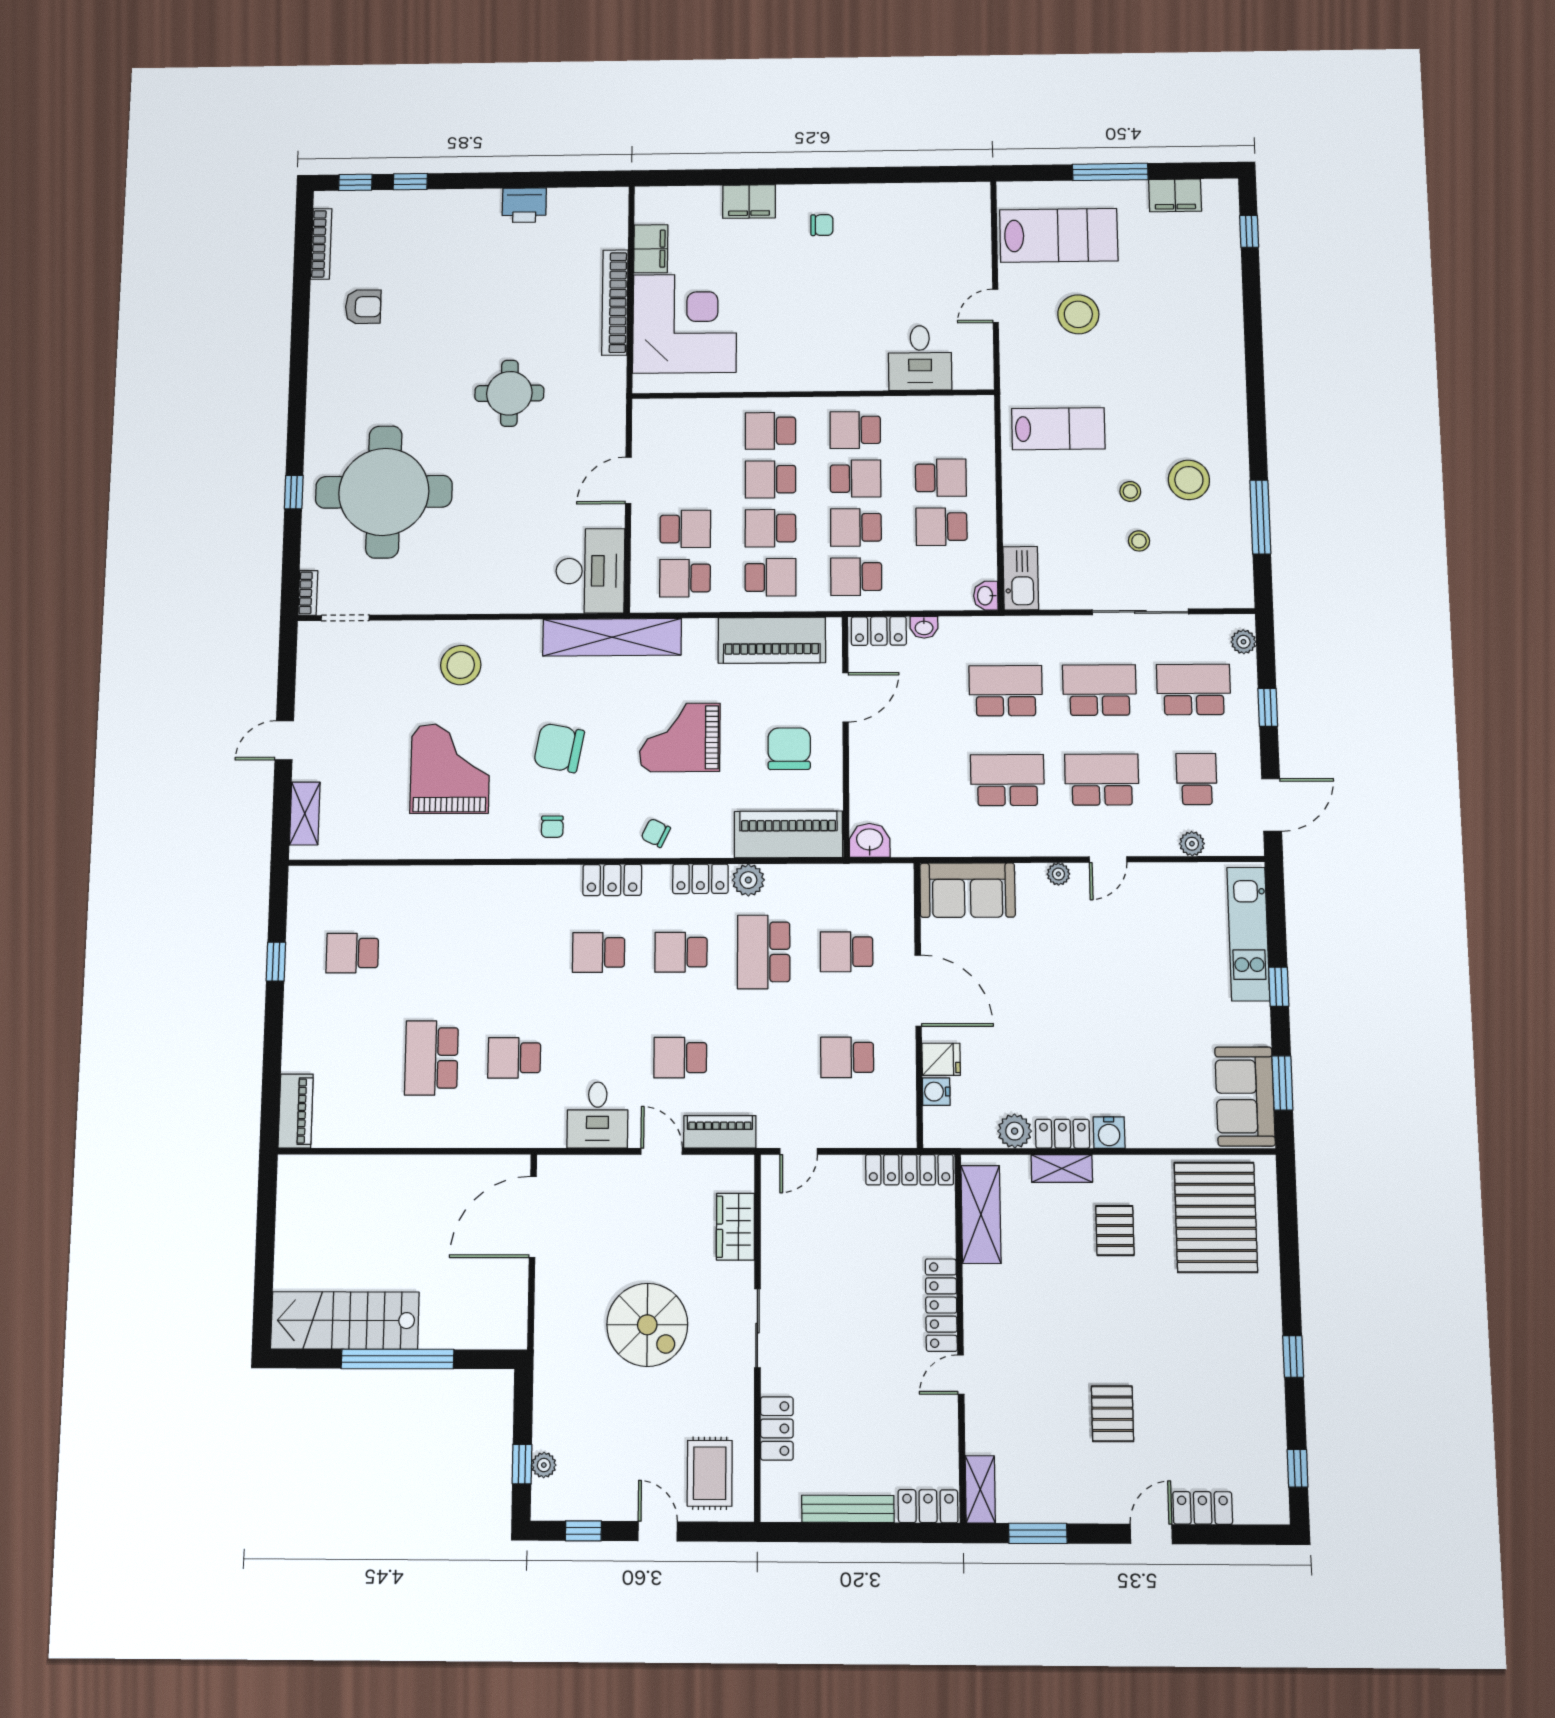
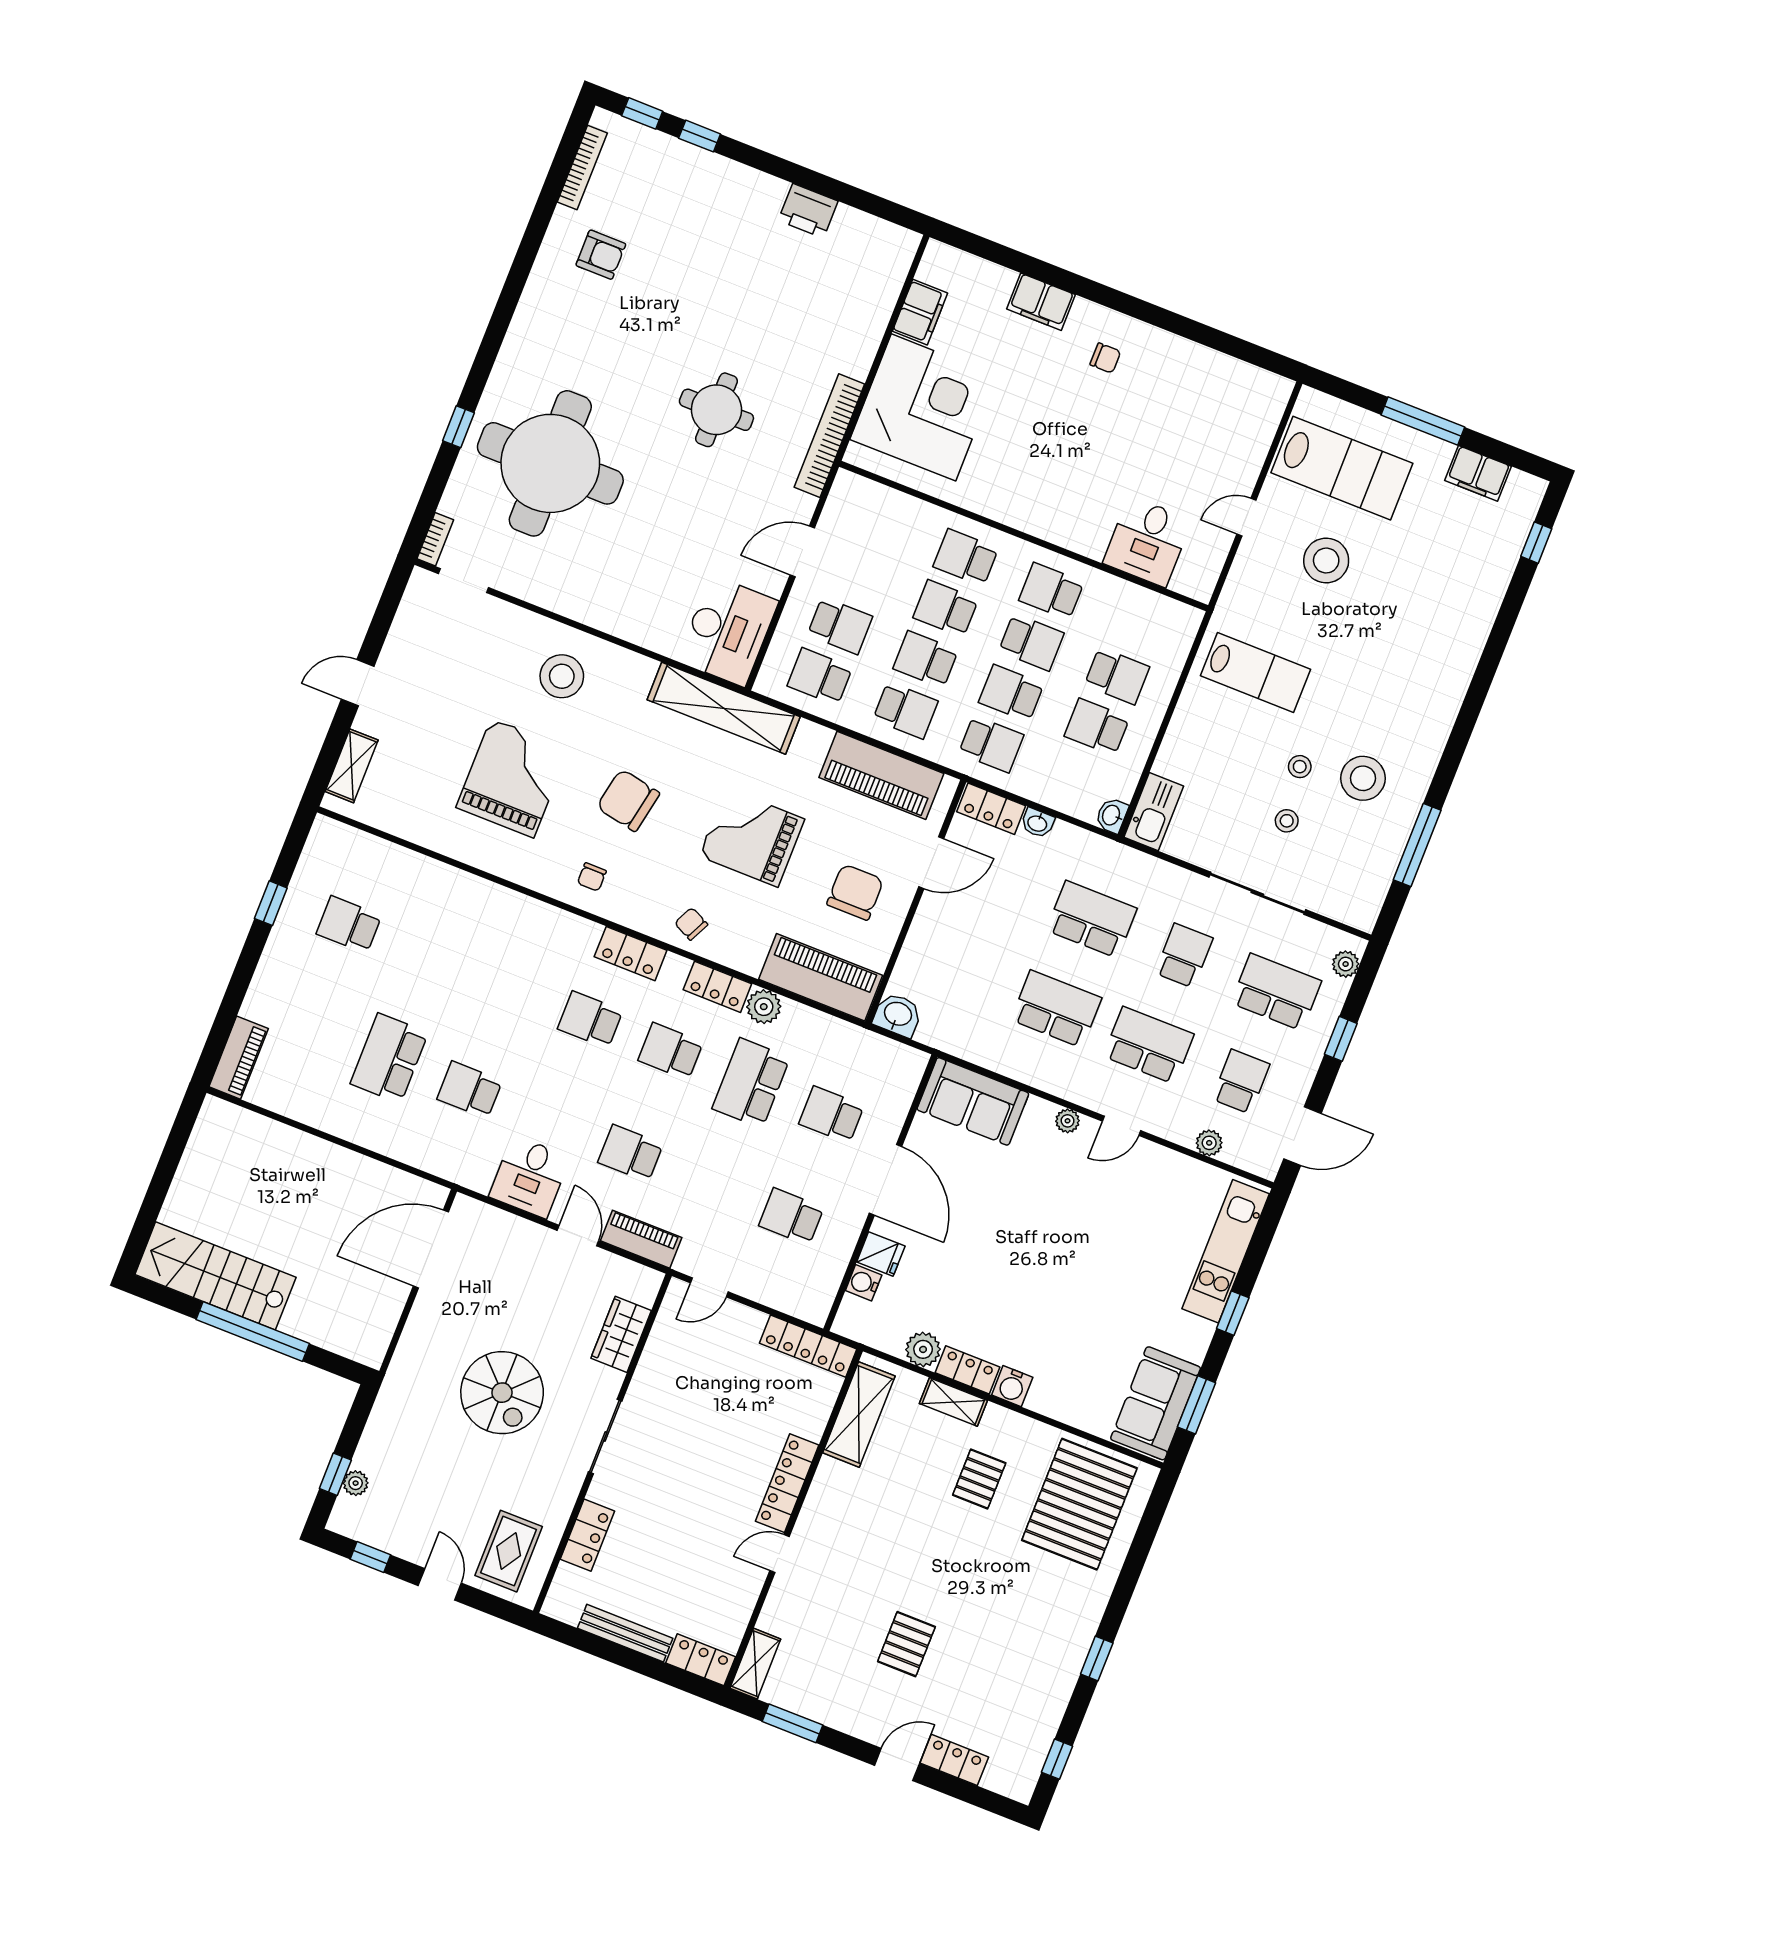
bookcase: (615, 303) -> (829, 436), moved
school desk: (856, 577) -> (991, 744), turned 180
school desk: (1100, 690) -> (1184, 956), width x0.54

